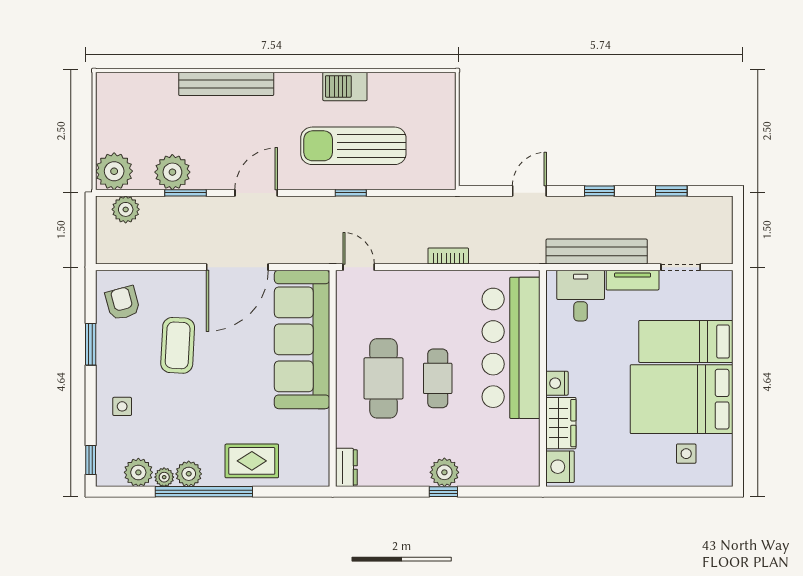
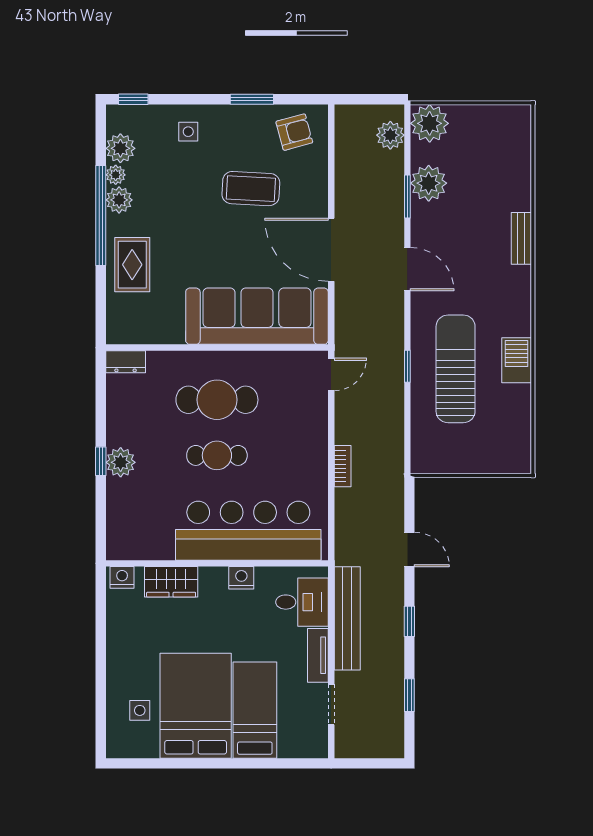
bench: (226, 84) -> (521, 238), width x0.54, depth x0.82
nightstand: (557, 383) -> (241, 578), moved
nightstand: (560, 467) -> (122, 577), width x0.74, depth x0.75

